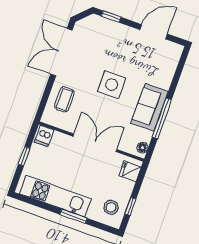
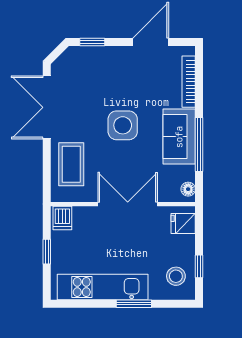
bookcase: (171, 70) -> (189, 82), added
coffee table: (64, 99) -> (71, 164), width x1.36, depth x1.30

